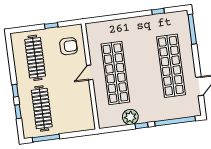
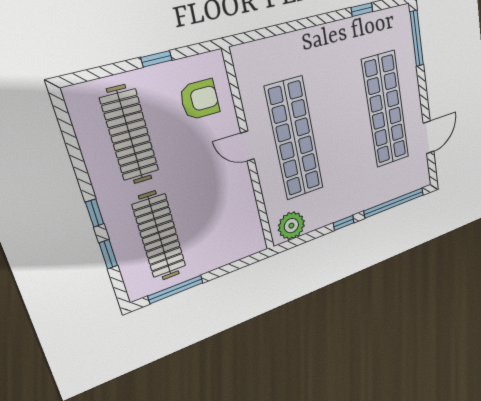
door: (90, 72) -> (248, 146), hinge flipped
plant: (130, 117) -> (291, 226), moved

